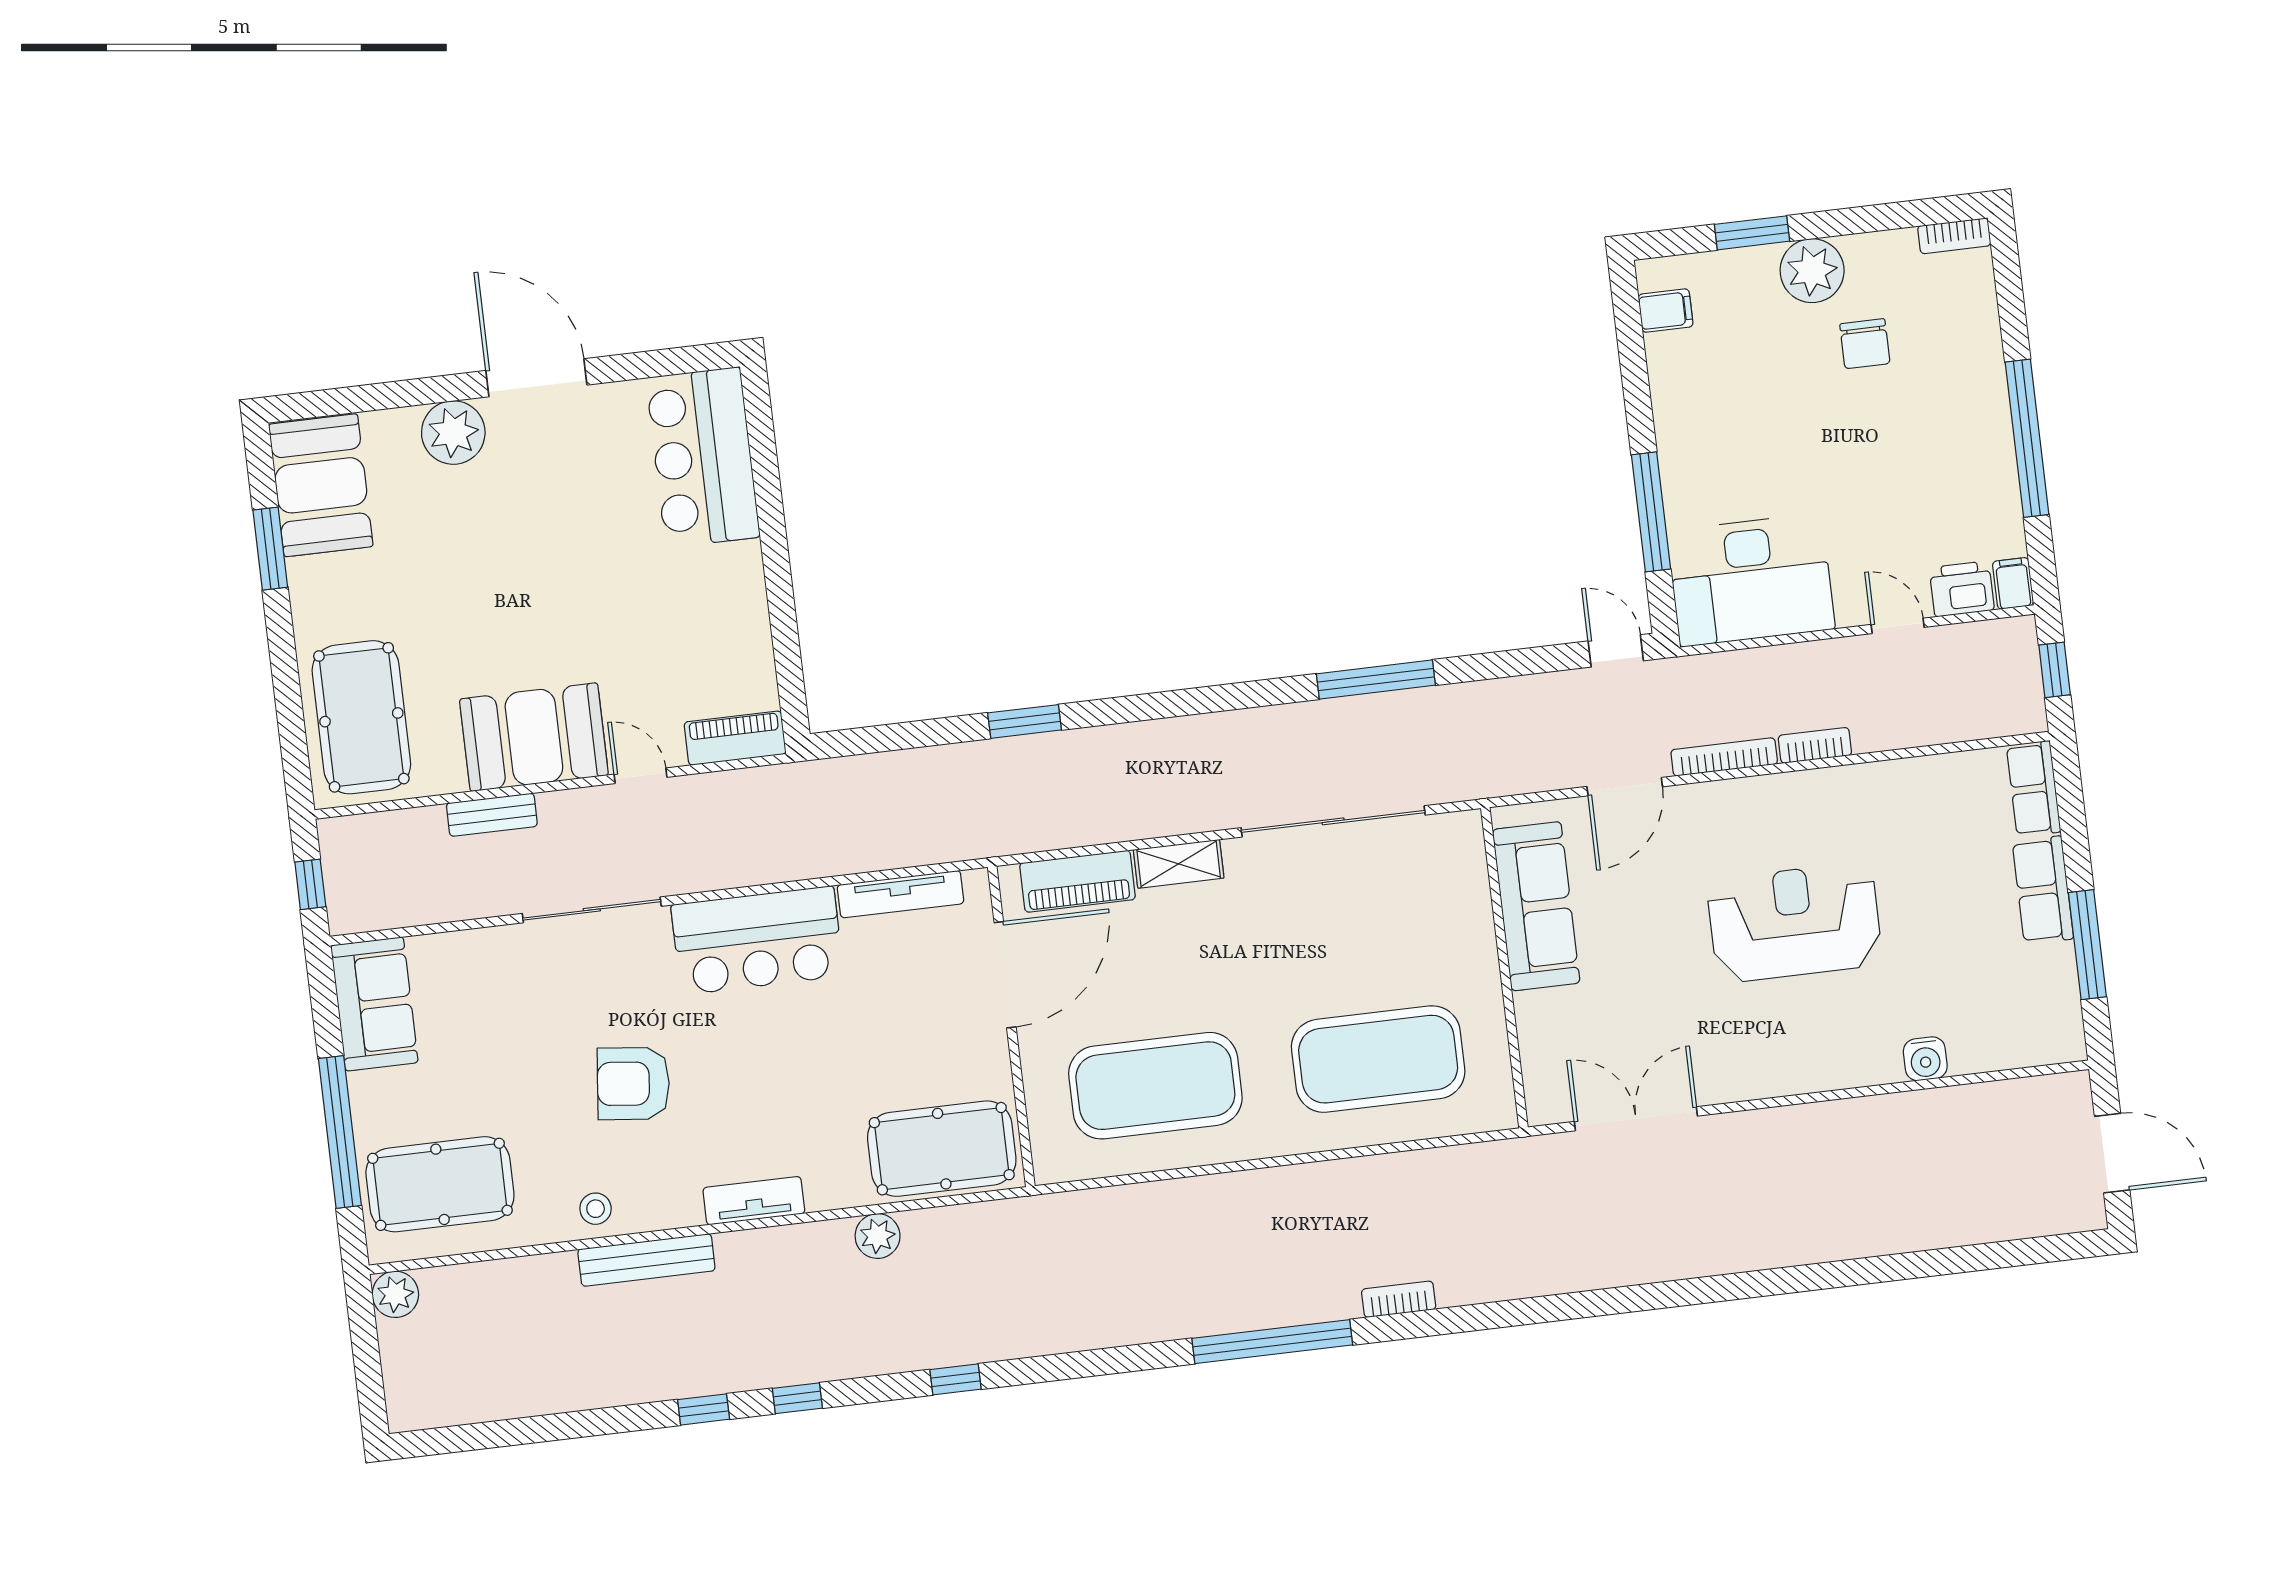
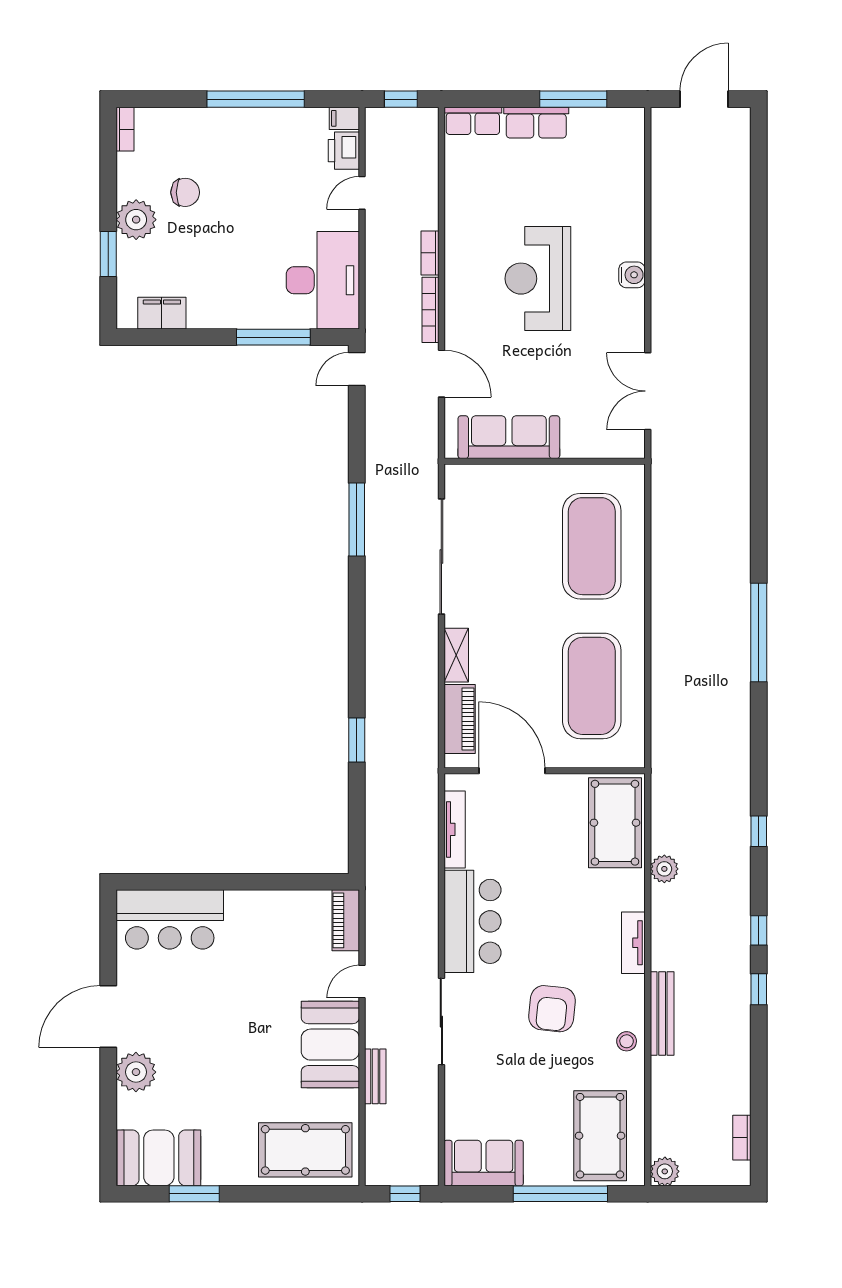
filing cabinet: (1666, 311) -> (162, 313), width x2.00
water cooler: (1925, 1059) -> (632, 275), moved
bookcase: (1399, 1299) -> (742, 1138), moved

